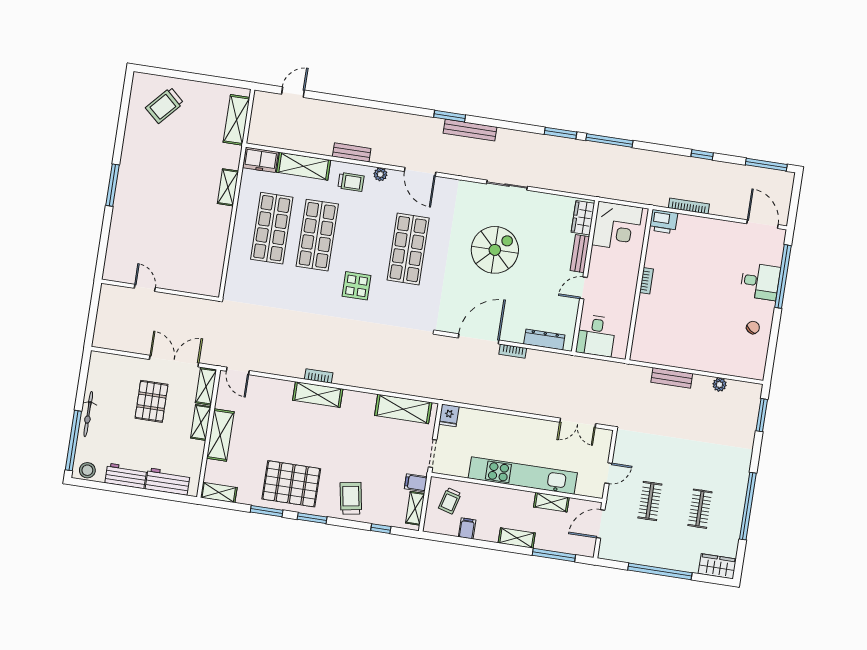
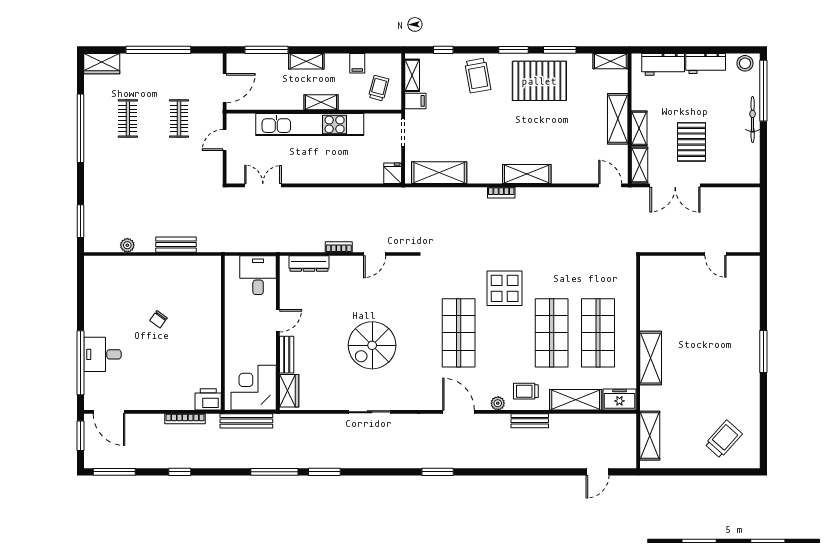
bench: (470, 130) -> (246, 421), moved
shelving: (228, 187) -> (651, 358), width x1.50, depth x1.33
window: (794, 205) -> (81, 436), added
bookcase: (646, 281) -> (216, 338), removed
display table: (357, 286) -> (505, 288), width x1.36, depth x1.36
chair: (753, 328) -> (158, 319), moved
door: (479, 339) -> (375, 254), width x0.53
bookcase: (319, 376) -> (501, 193), moved
shelving: (551, 502) -> (321, 102), moved

